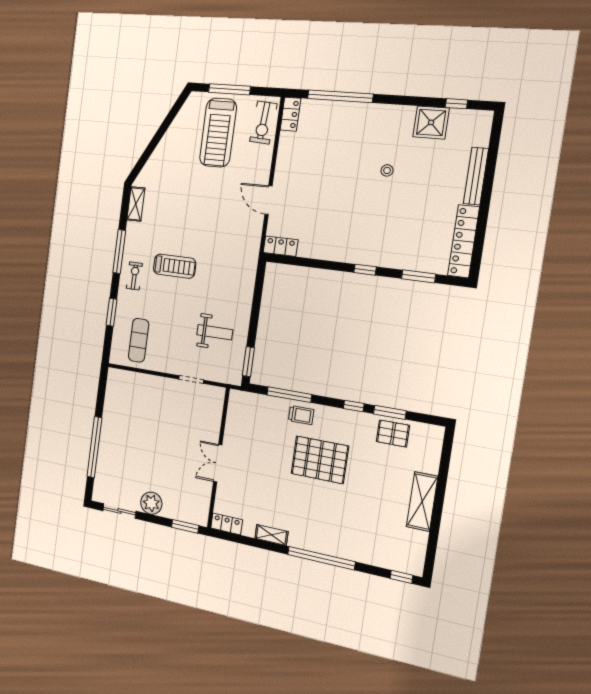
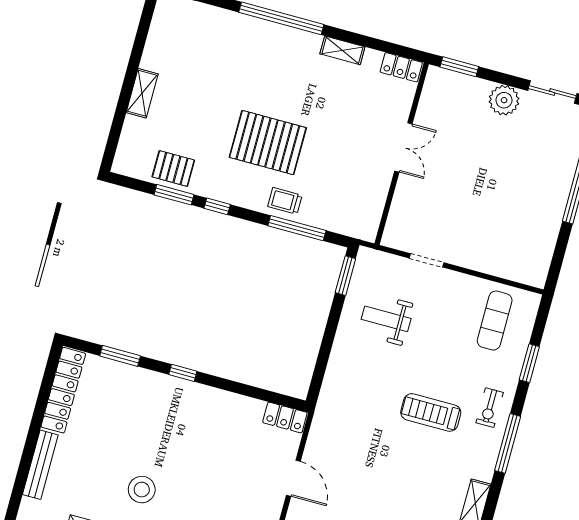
stool: (387, 170) -> (142, 490), width x1.89, depth x1.89
shelving: (422, 502) -> (142, 93), width x0.67, depth x0.75

